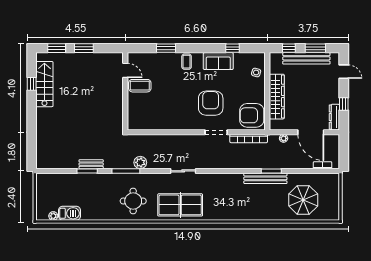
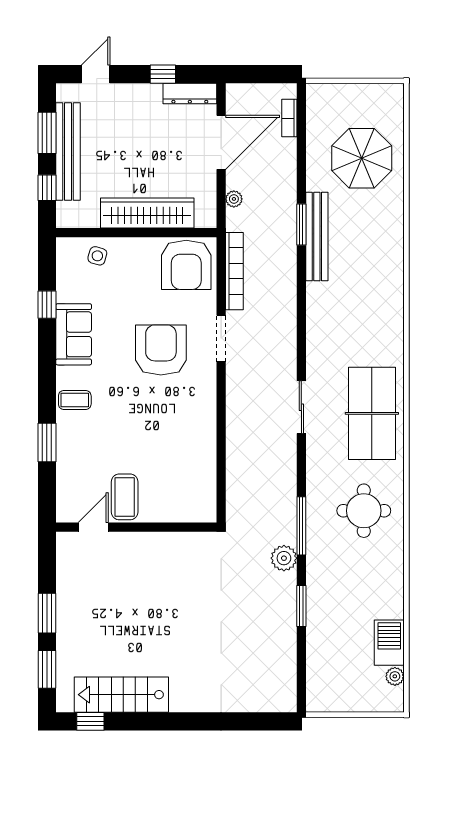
window: (32, 84) -> (90, 721), moved
armchair: (211, 103) -> (161, 350), turned 90
plant: (140, 162) -> (284, 558), moved
bench: (91, 164) -> (287, 598), removed

